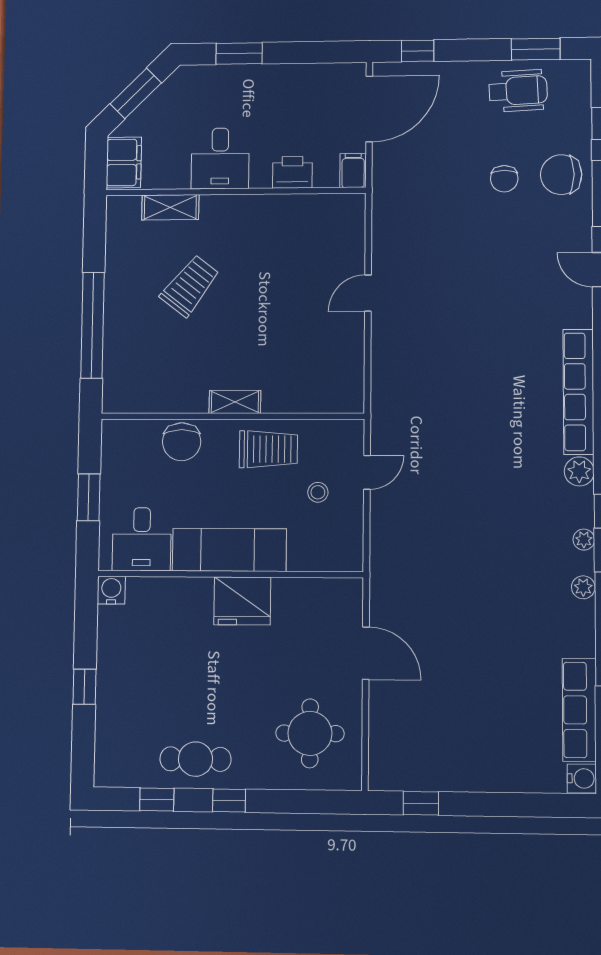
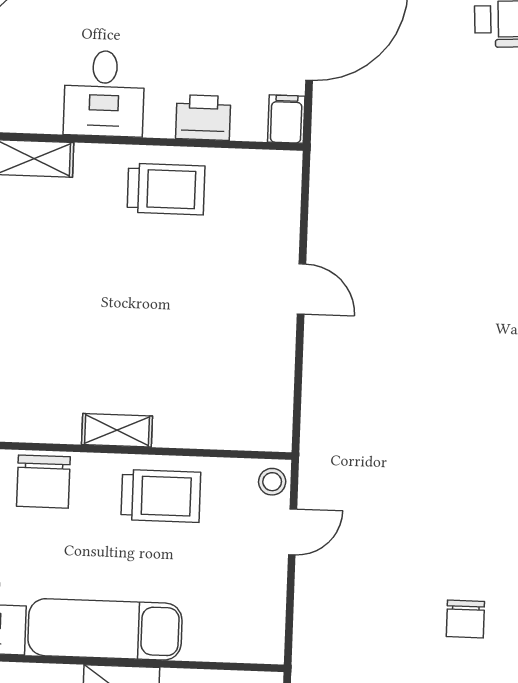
chair: (504, 179) -> (465, 619), moved
trolley: (190, 286) -> (166, 189), moved, turned 52
door: (368, 293) -> (301, 289), swing flipped
stool: (318, 492) -> (272, 482), moved

